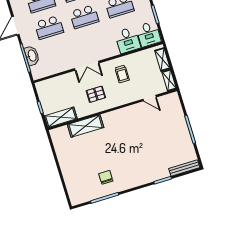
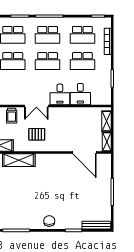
desk: (148, 34) -> (60, 94), moved
trolley: (122, 74) -> (12, 116), moved
door: (150, 98) -> (84, 153), width x1.88
chair: (106, 177) -> (49, 221), moved

